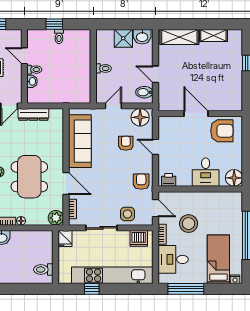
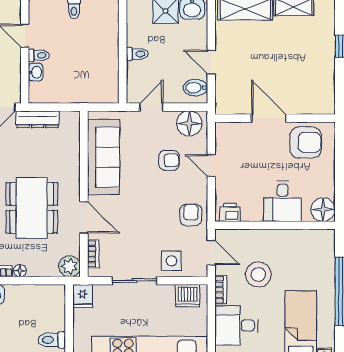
armchair: (126, 143) -> (169, 160), turned 90

